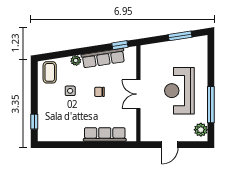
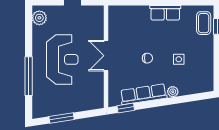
coffee table: (50, 72) -> (204, 23), moved
double door: (138, 94) -> (106, 56), swing flipped
window: (211, 105) -> (29, 76), moved
row of seats: (105, 134) -> (165, 13), moved, width x0.68

